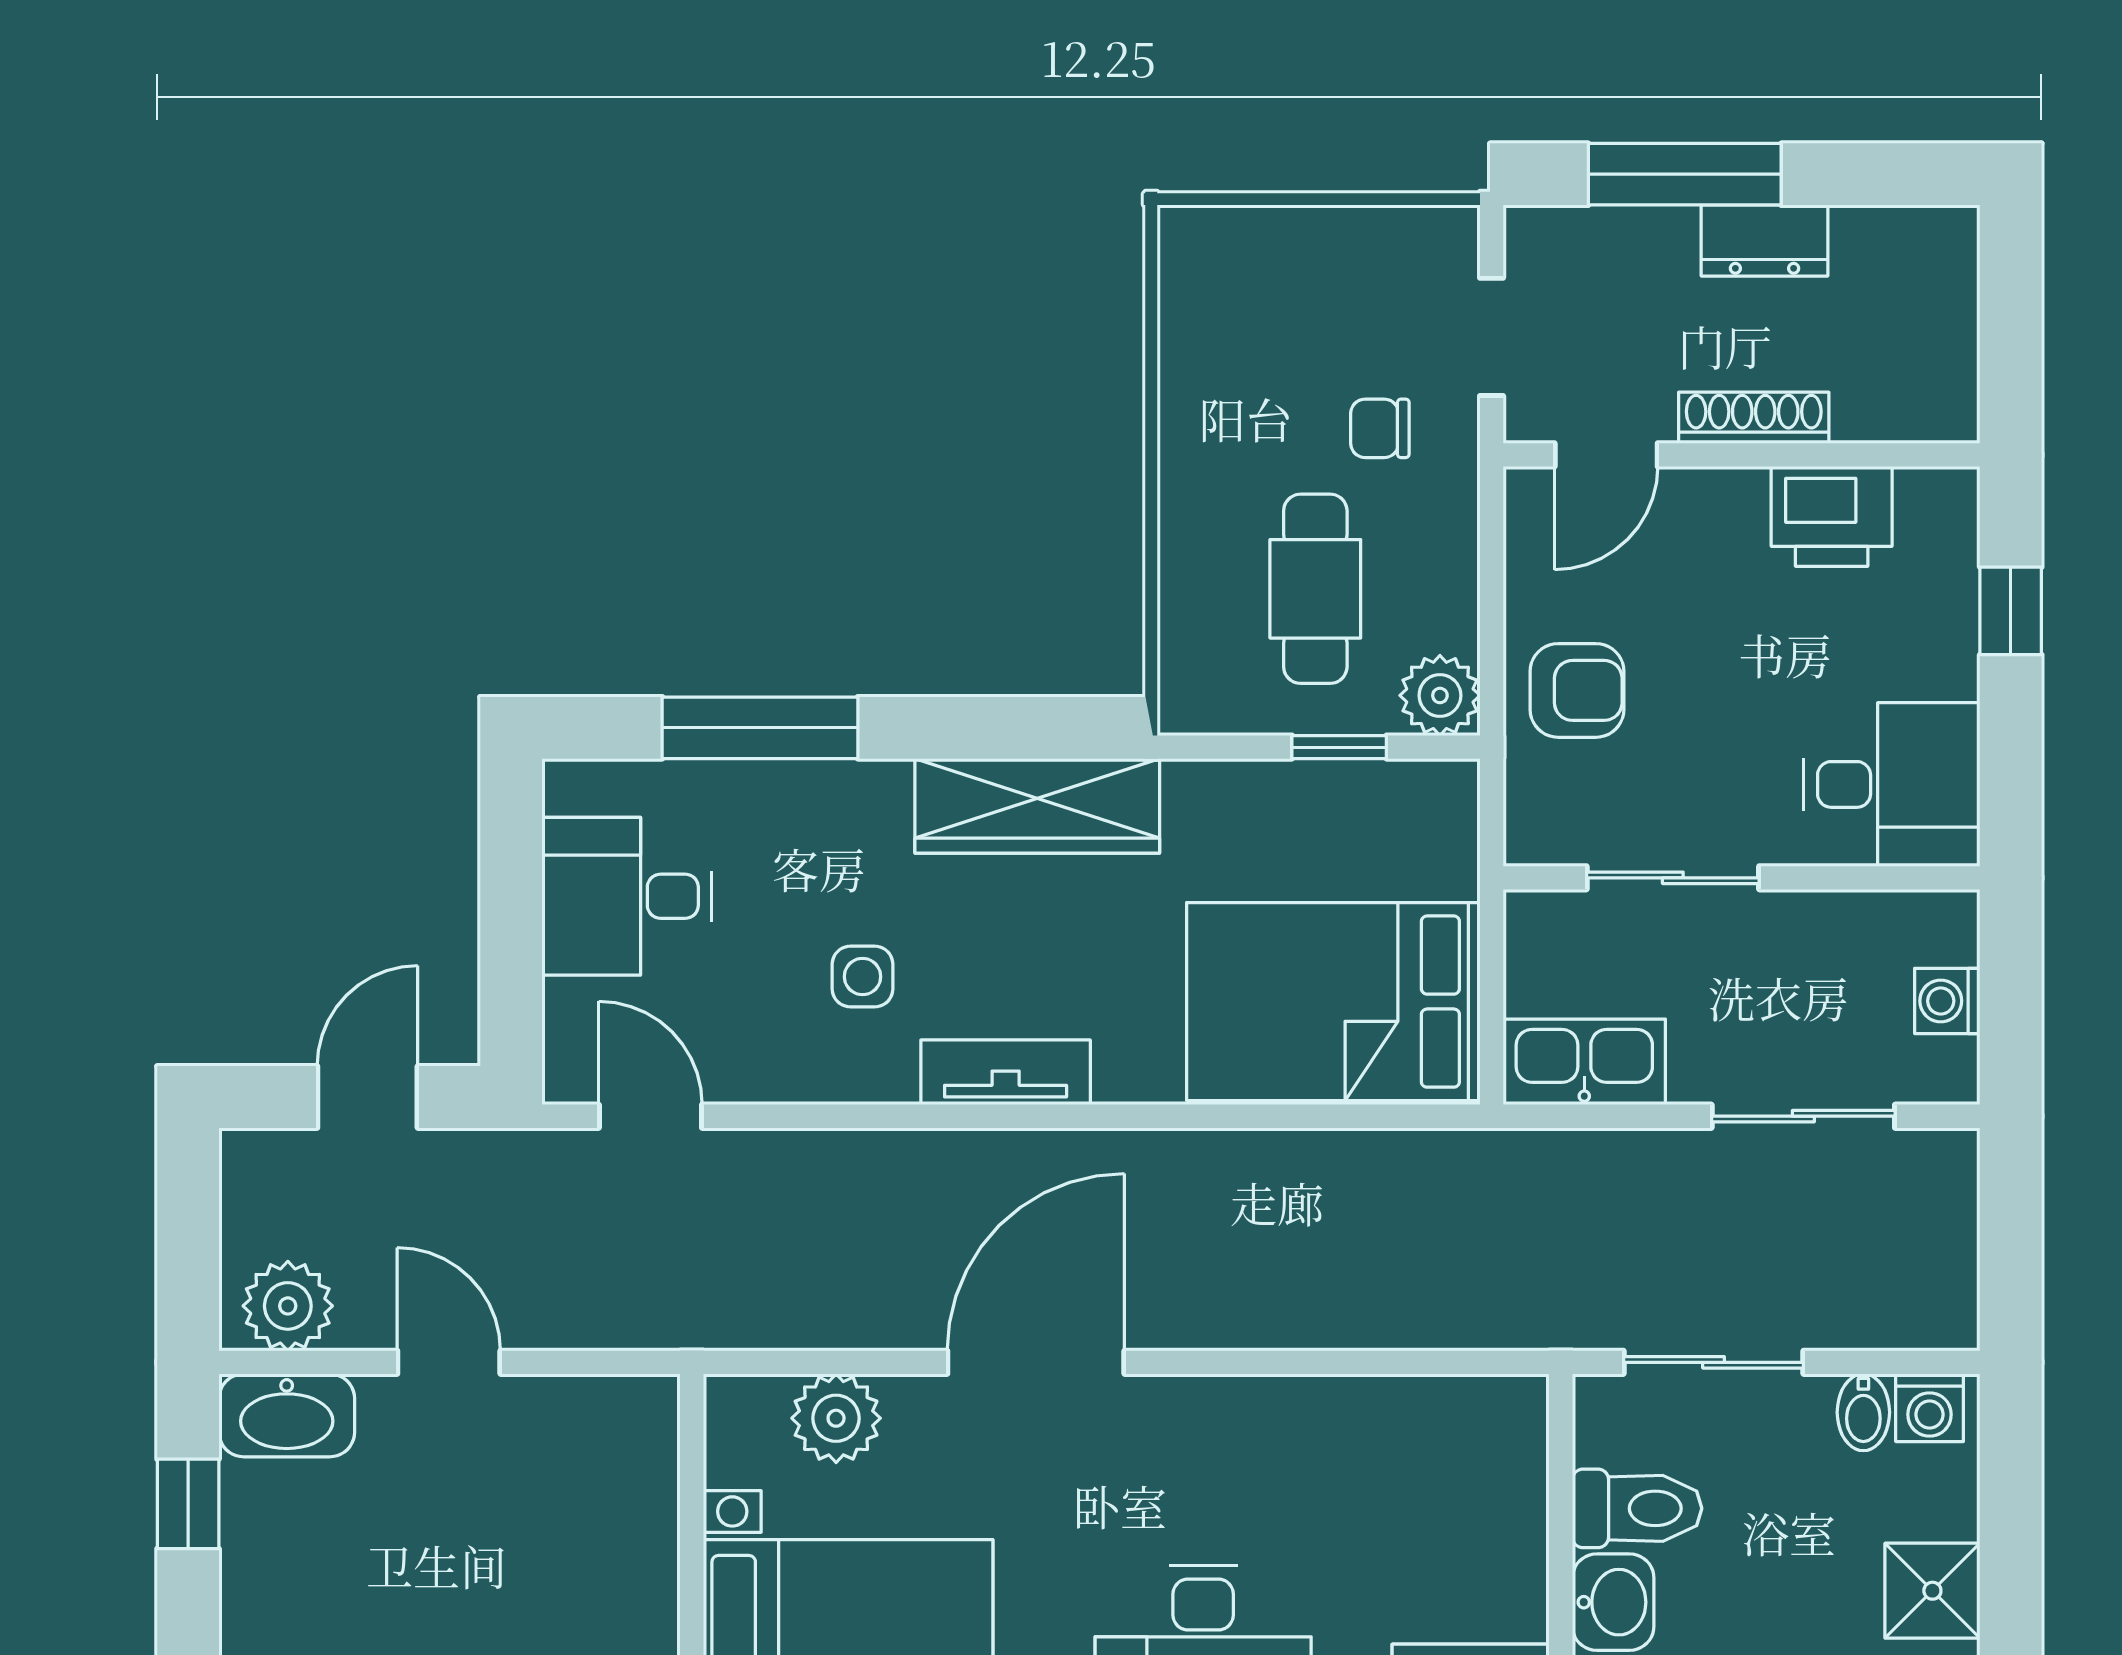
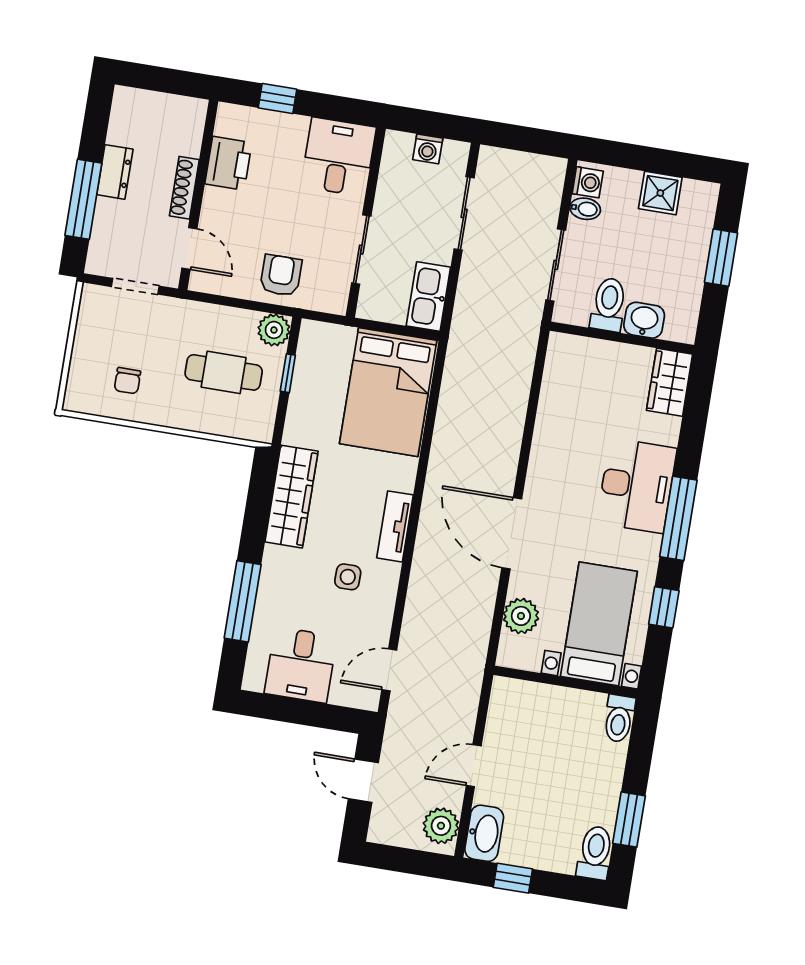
chair: (1380, 428) -> (127, 381), moved

